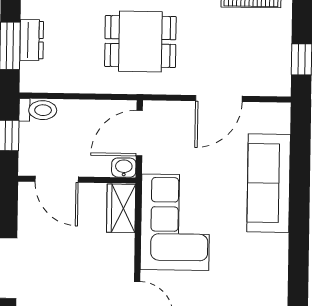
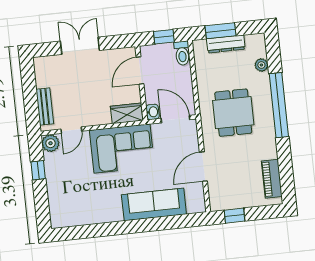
dresser: (32, 40) -> (226, 44), width x1.44
door: (219, 98) -> (203, 167), hinge flipped

